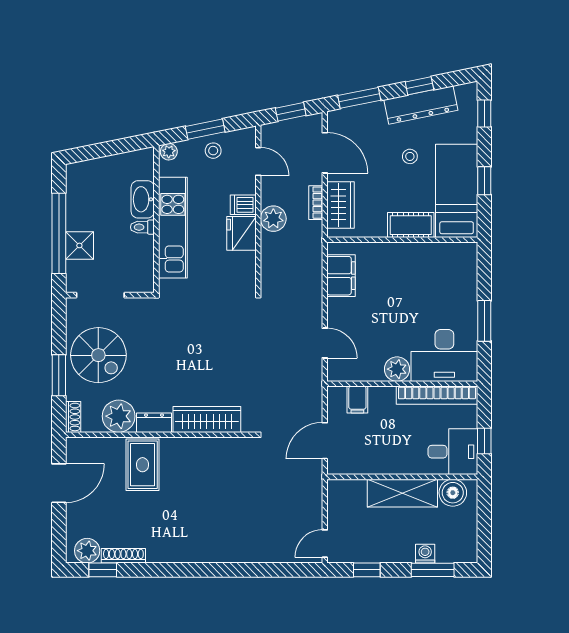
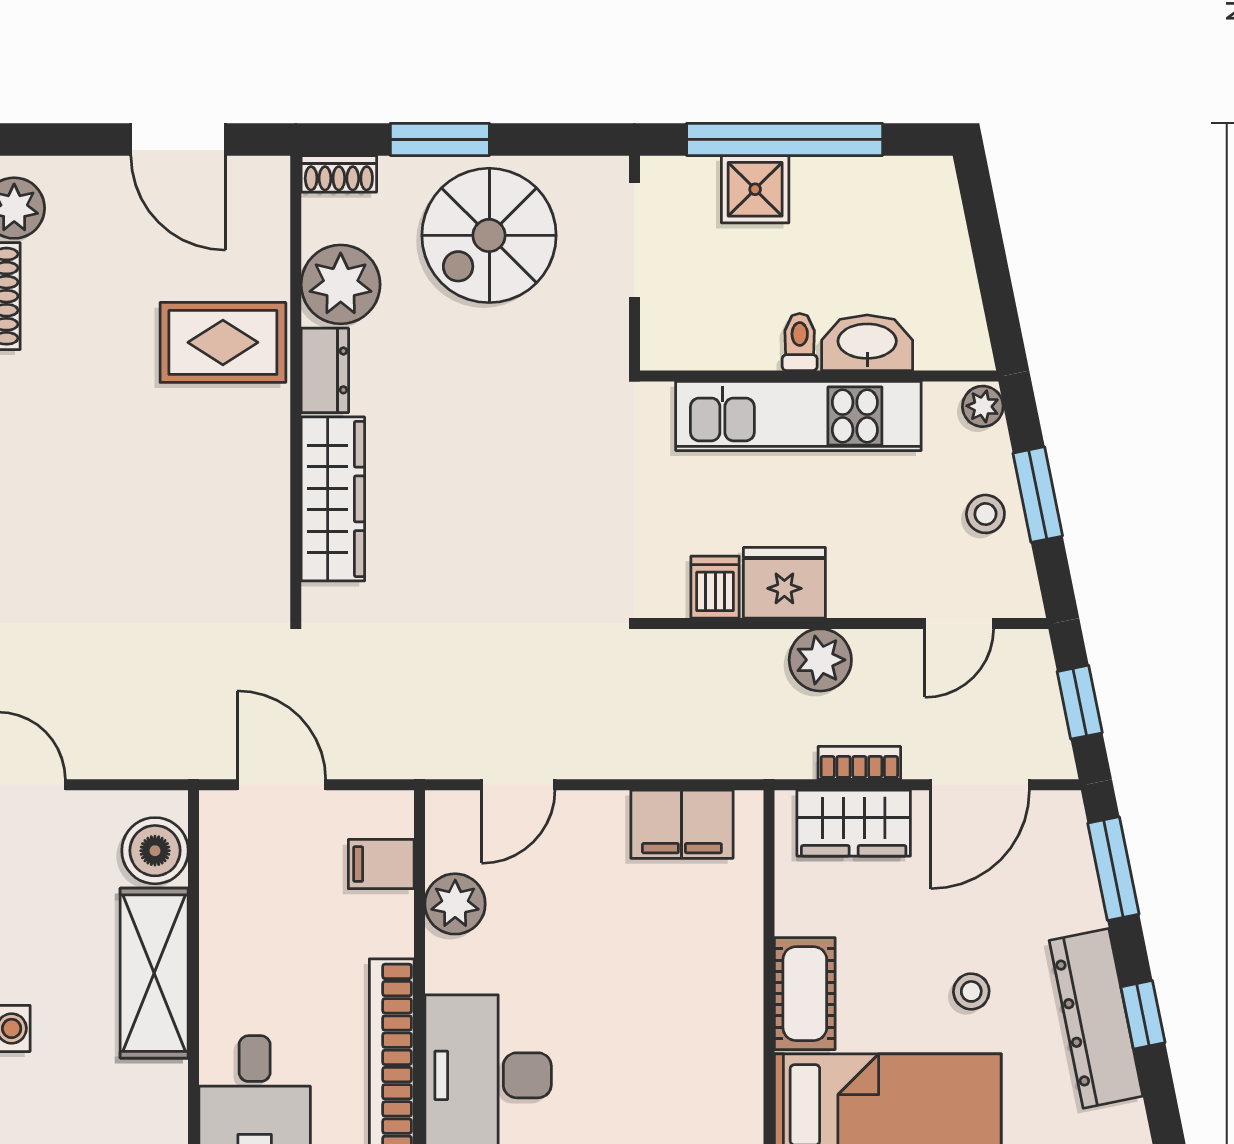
dishwasher: (243, 205) -> (715, 587), moved
plant: (397, 369) -> (455, 904), moved
boiler: (453, 493) -> (155, 851), moved

